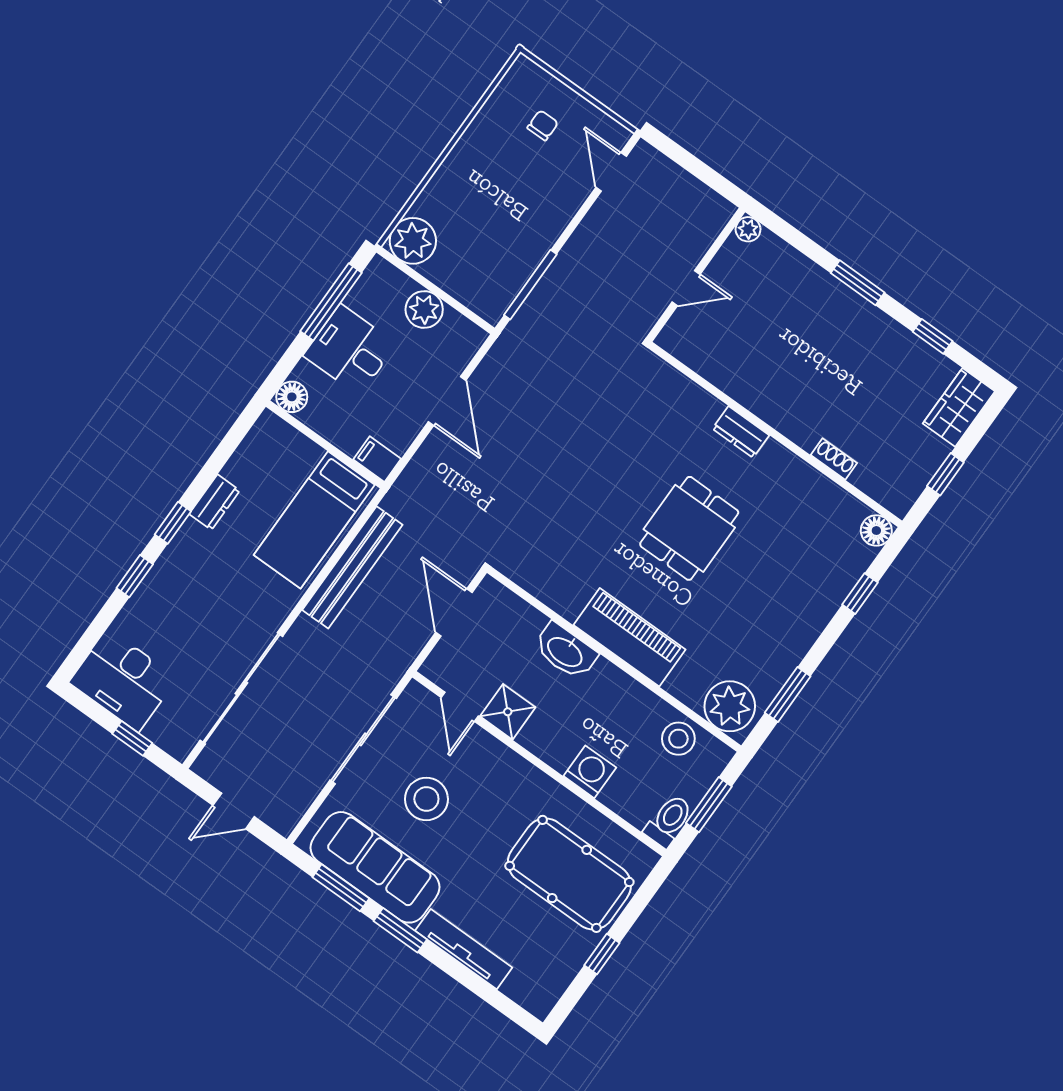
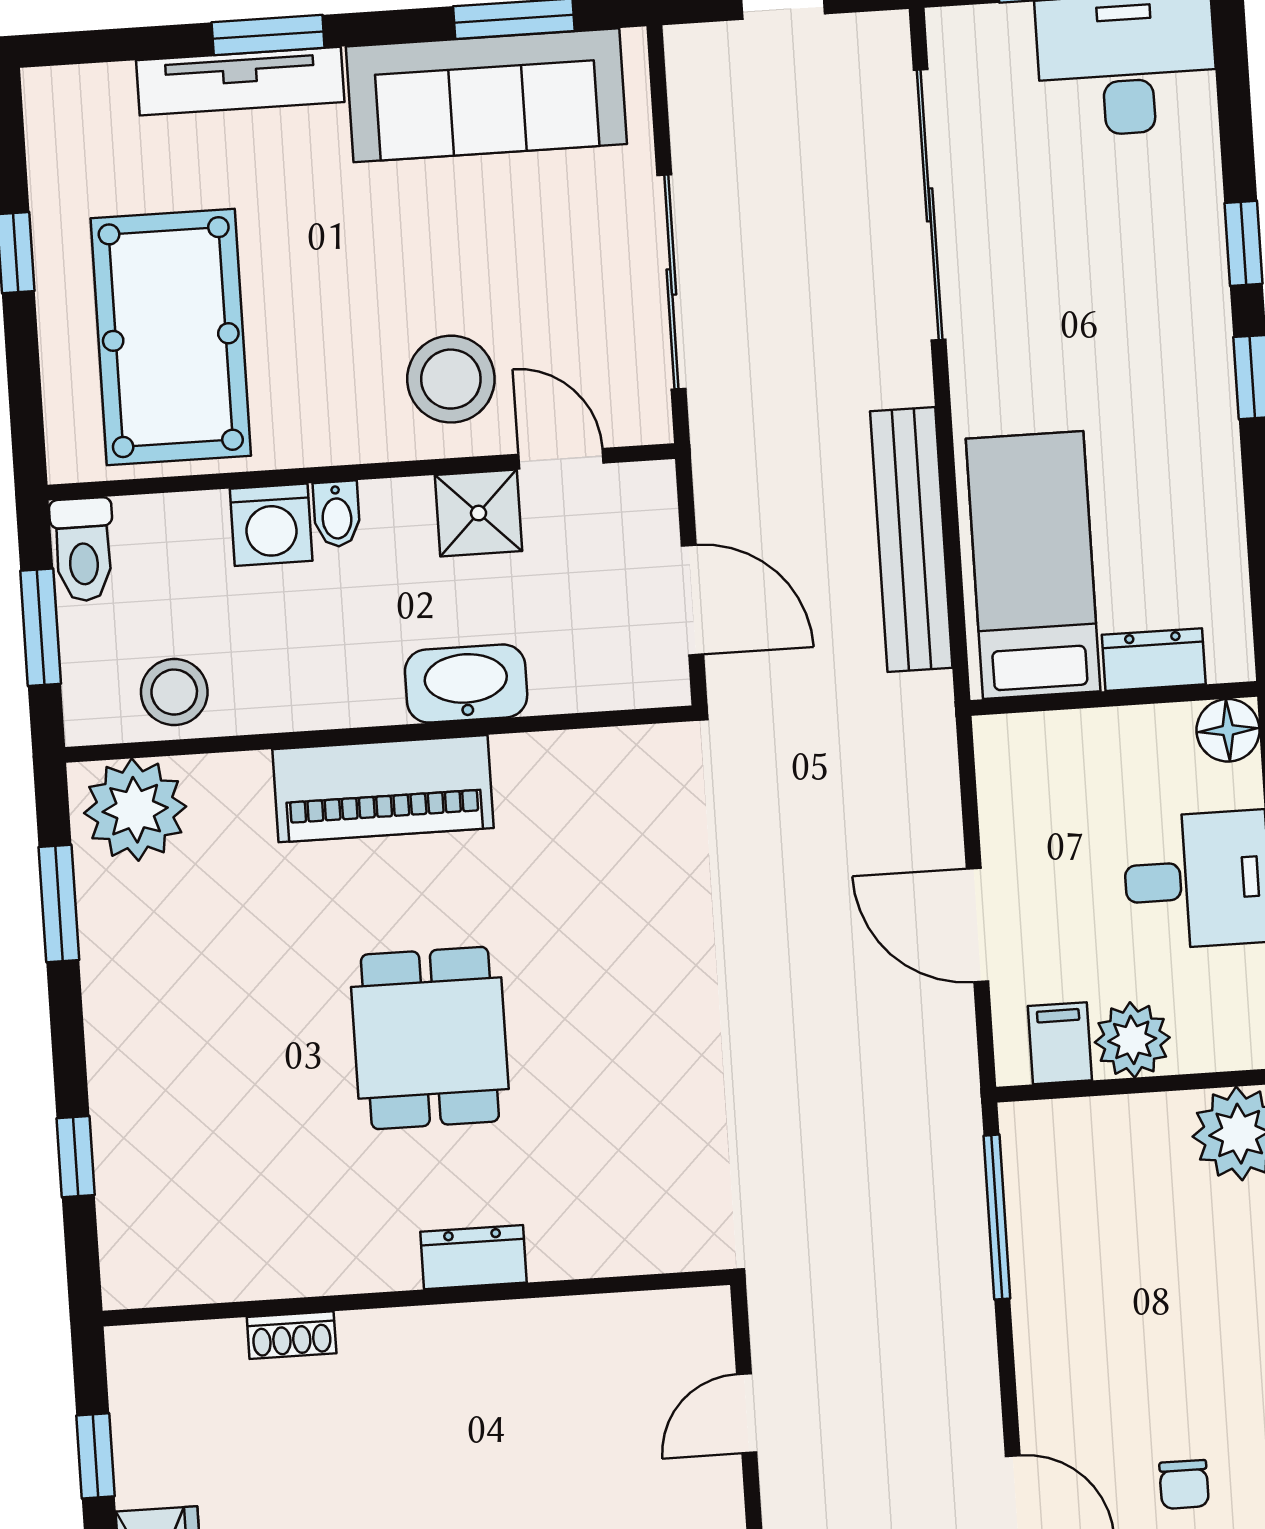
filing cabinet: (377, 459) -> (1060, 1043), moved, turned -90
dresser: (214, 502) -> (1154, 660), moved, turned 90
floor lamp: (876, 531) -> (132, 1277), removed
bidet: (562, 756) -> (337, 514), added
stool: (426, 799) -> (451, 379), moved
pool table: (569, 874) -> (171, 337), turned 90
window: (400, 930) -> (268, 35), moved

